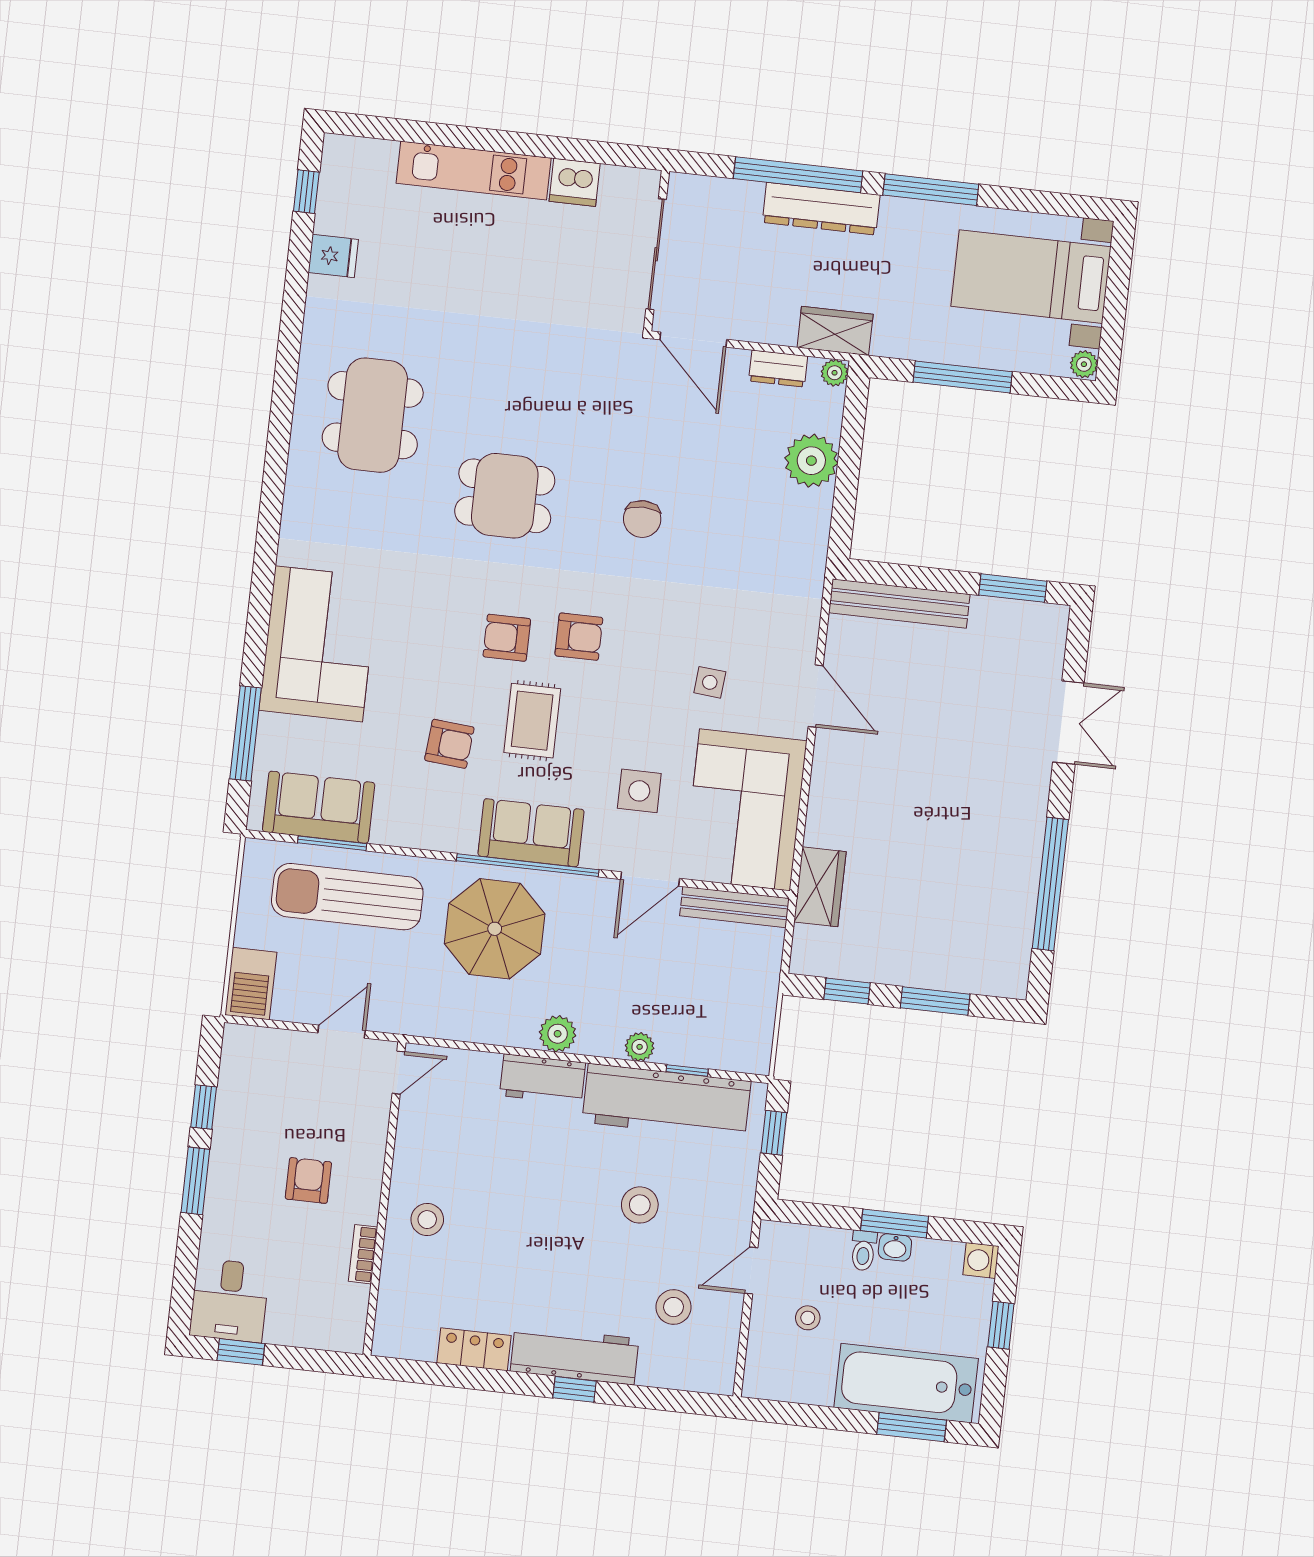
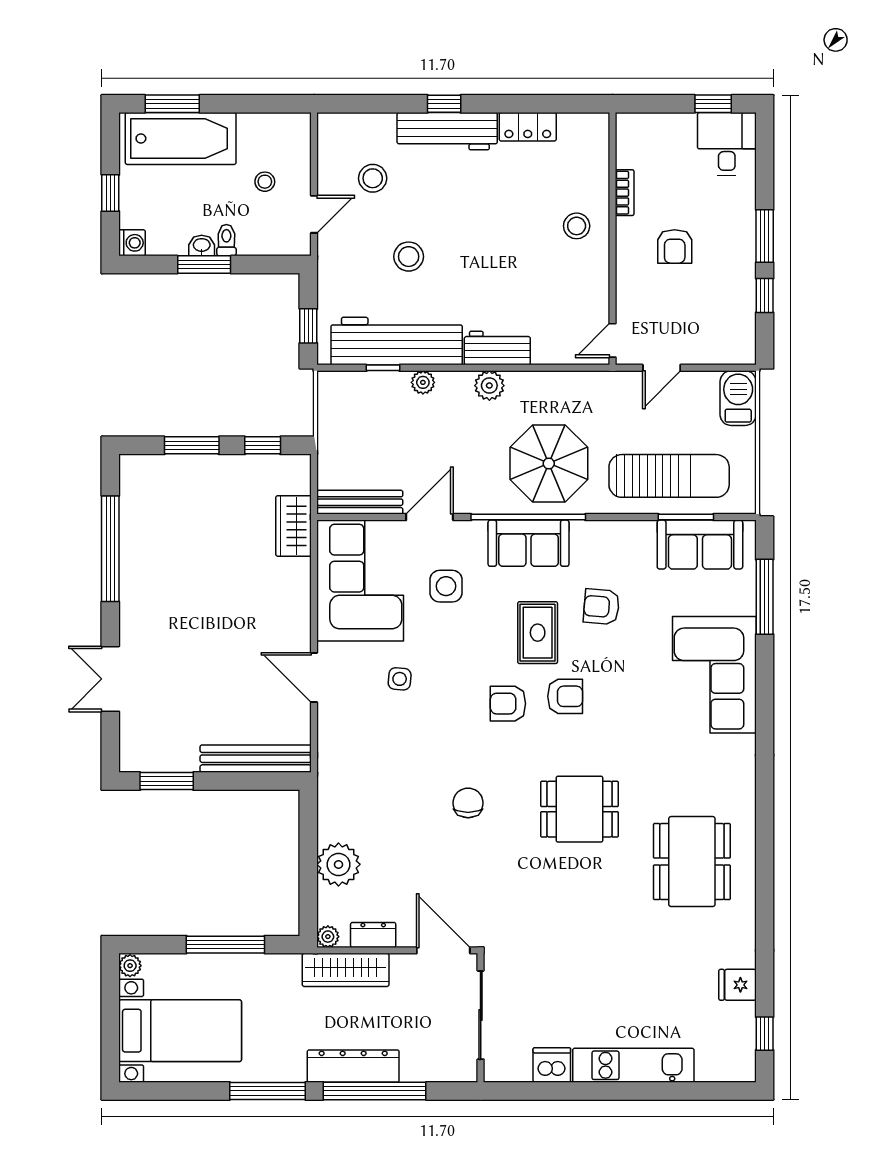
wardrobe: (835, 331) -> (346, 970), width x1.50

